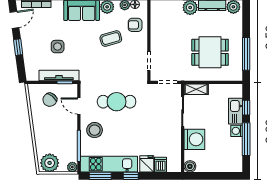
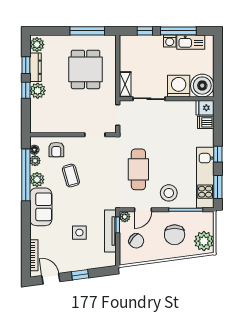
kitchen sink: (236, 111) -> (191, 42), moved
chair: (55, 135) -> (175, 235), added
fridge: (147, 164) -> (205, 108), moved
boiler: (190, 166) -> (202, 86), width x1.86, depth x1.86
plant: (72, 167) -> (125, 217), moved

